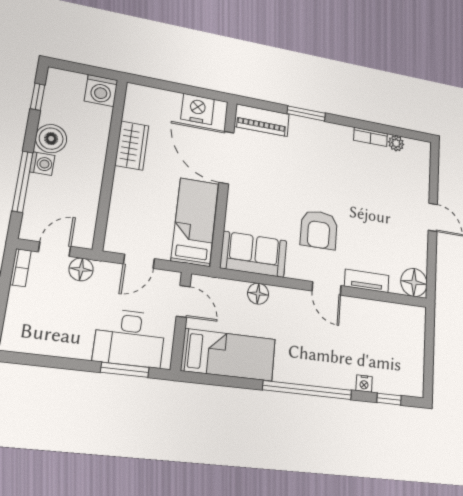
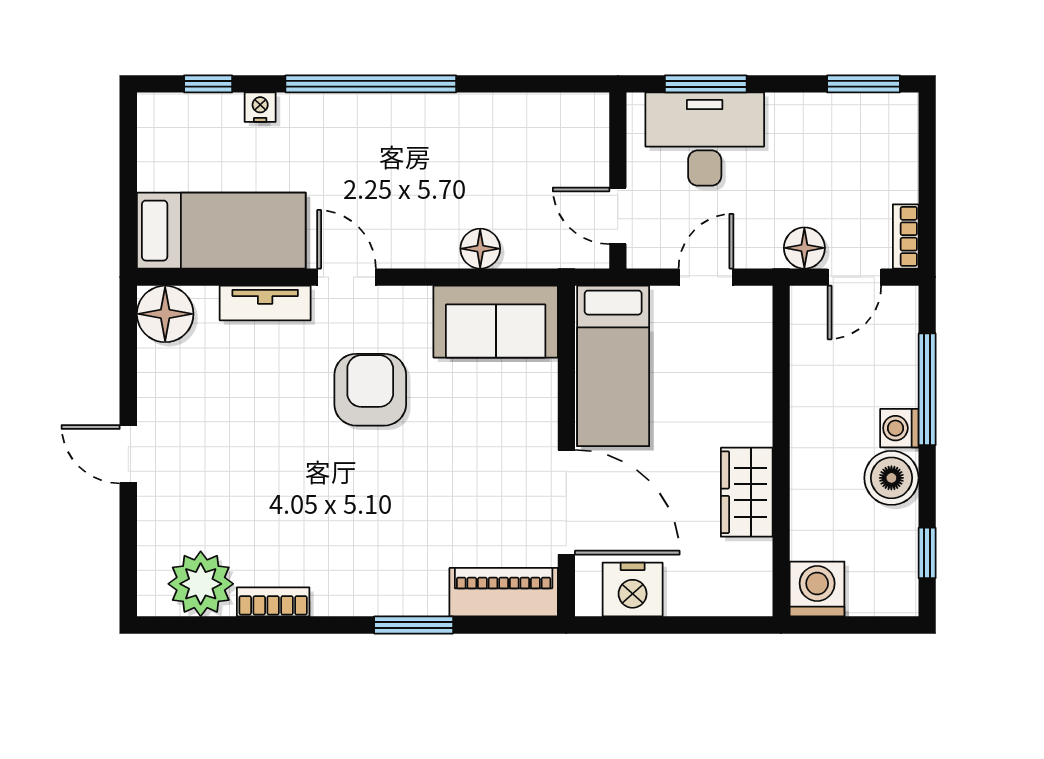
plant: (396, 143) -> (201, 584), width x1.87, depth x1.87
bed: (229, 355) -> (221, 231), moved, turned 180
window: (31, 360) -> (864, 84), added

